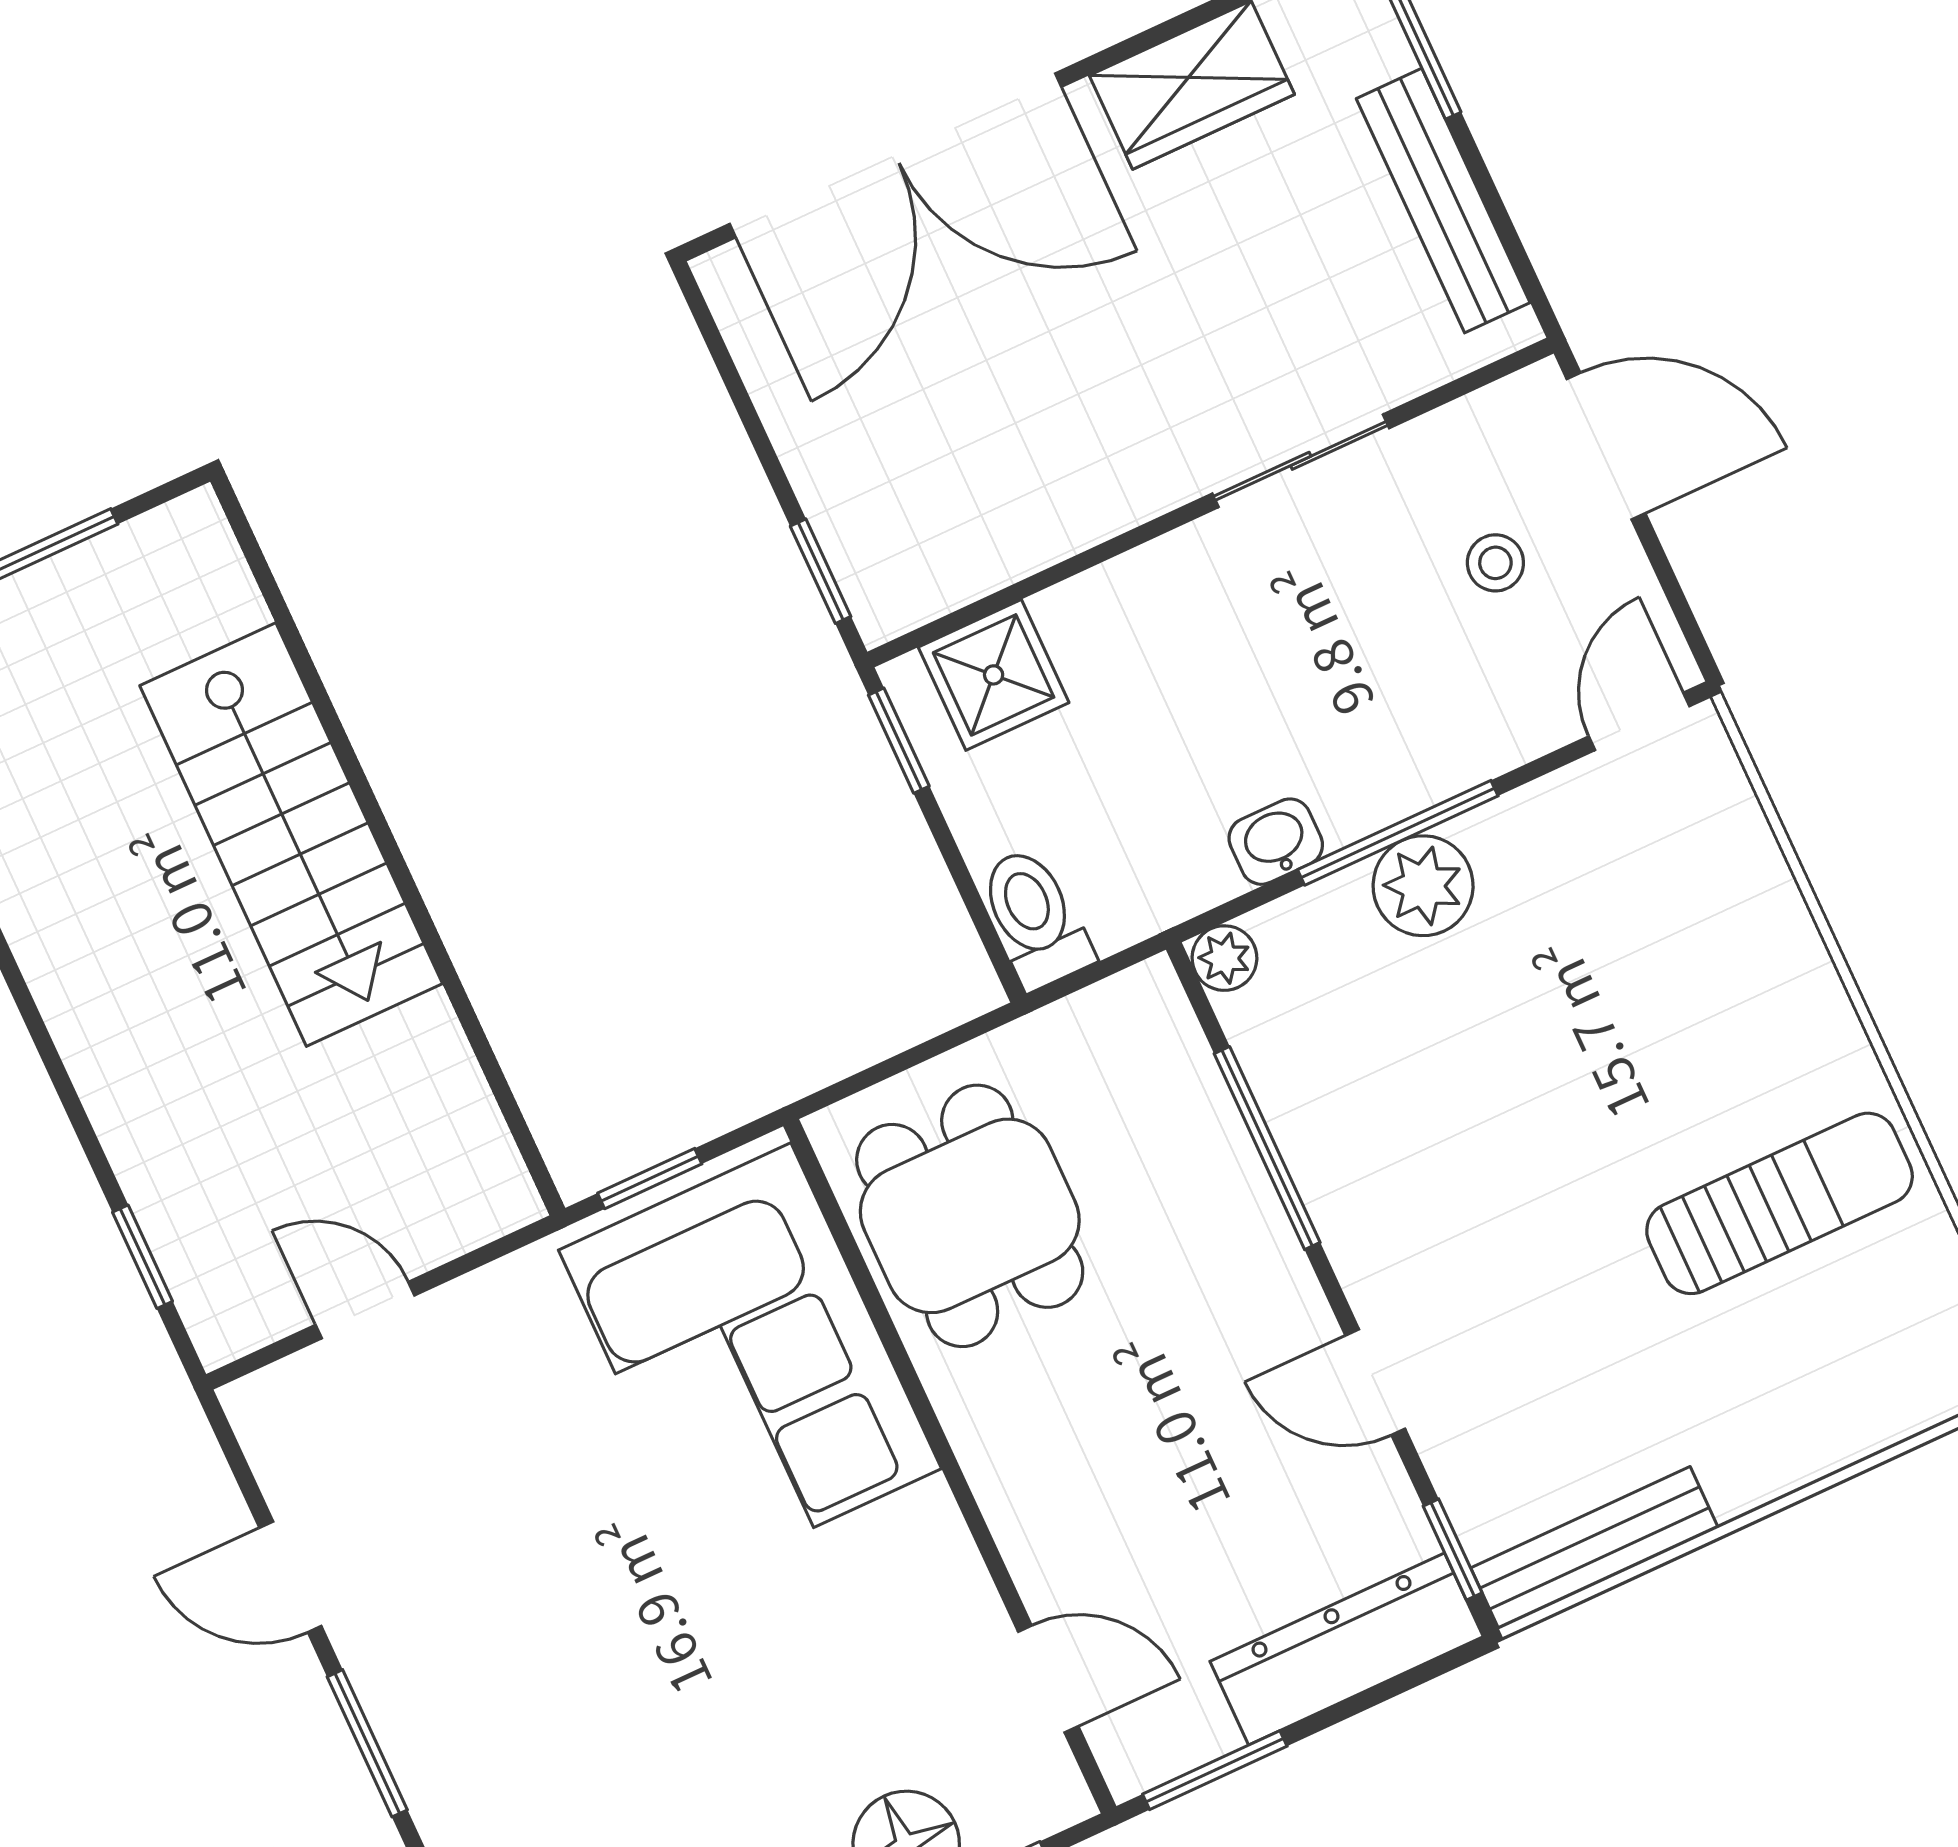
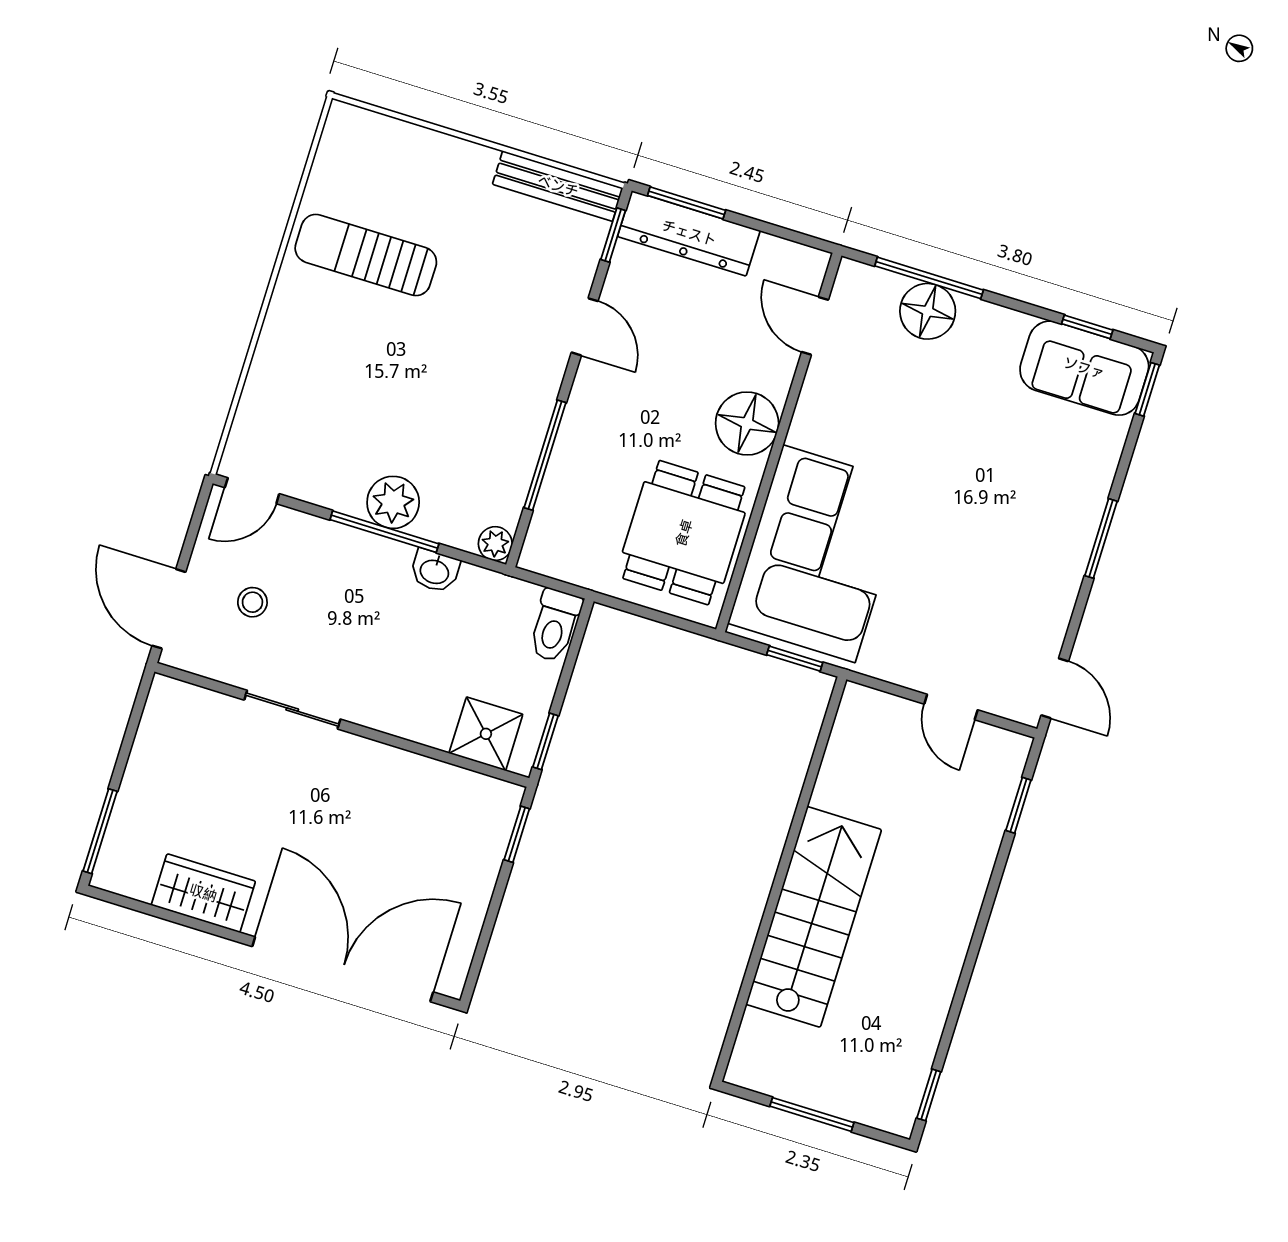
bench: (1443, 201) -> (146, 761), removed
floor lamp: (1020, 1453) -> (747, 423), added
door: (290, 1577) -> (1055, 688), moved
window: (1215, 1770) -> (687, 203), moved

